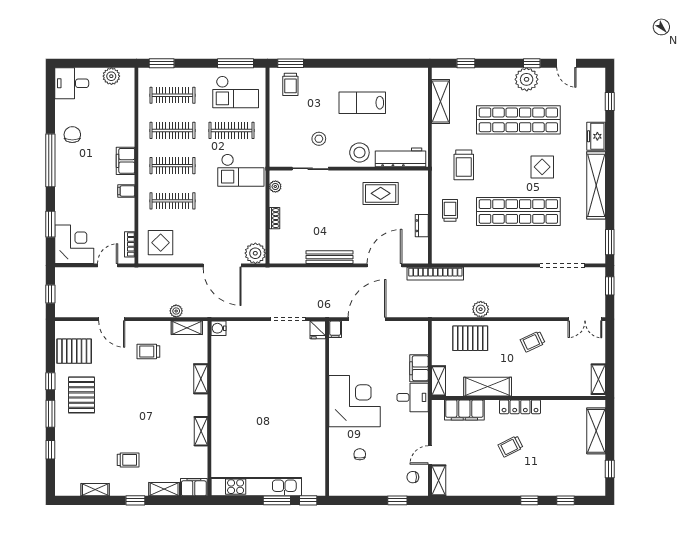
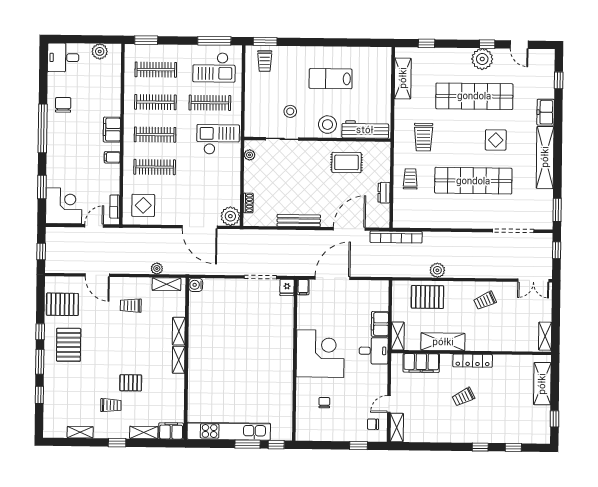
checkout: (241, 170) -> (218, 139), turned 180
shoe rack: (275, 218) -> (248, 203), moved
shelving: (201, 431) -> (179, 360), moved
pallet: (149, 435) -> (131, 383), added

